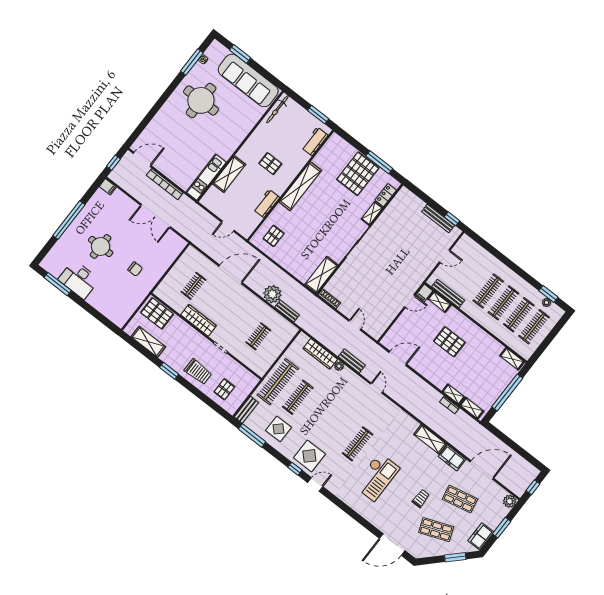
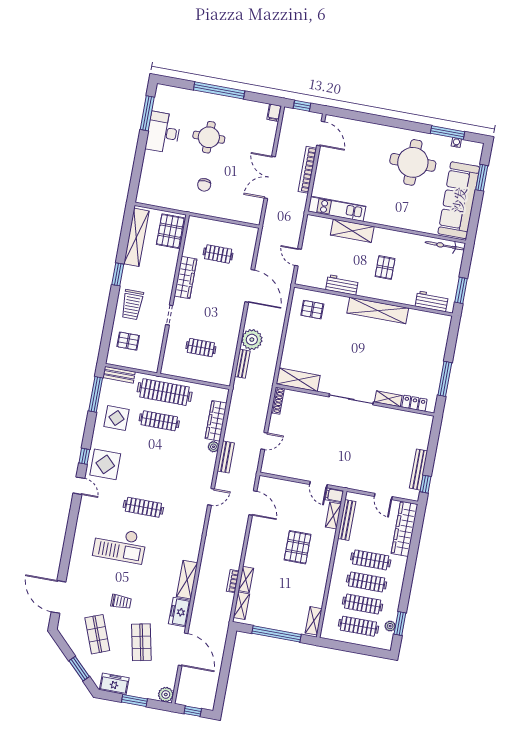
pallet: (358, 174) -> (422, 363), removed
wardrobe: (478, 253) -> (404, 529), added
shelving: (148, 342) -> (136, 237), width x1.47

